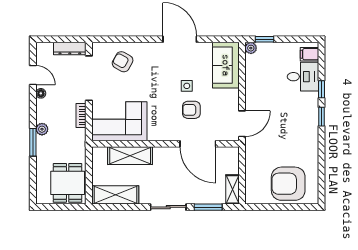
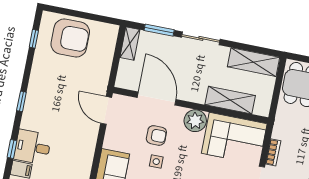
window: (322, 89) -> (12, 149), moved
door: (242, 124) -> (106, 110), hinge flipped
plant: (158, 130) -> (195, 121), added
window: (322, 176) -> (34, 39), added

